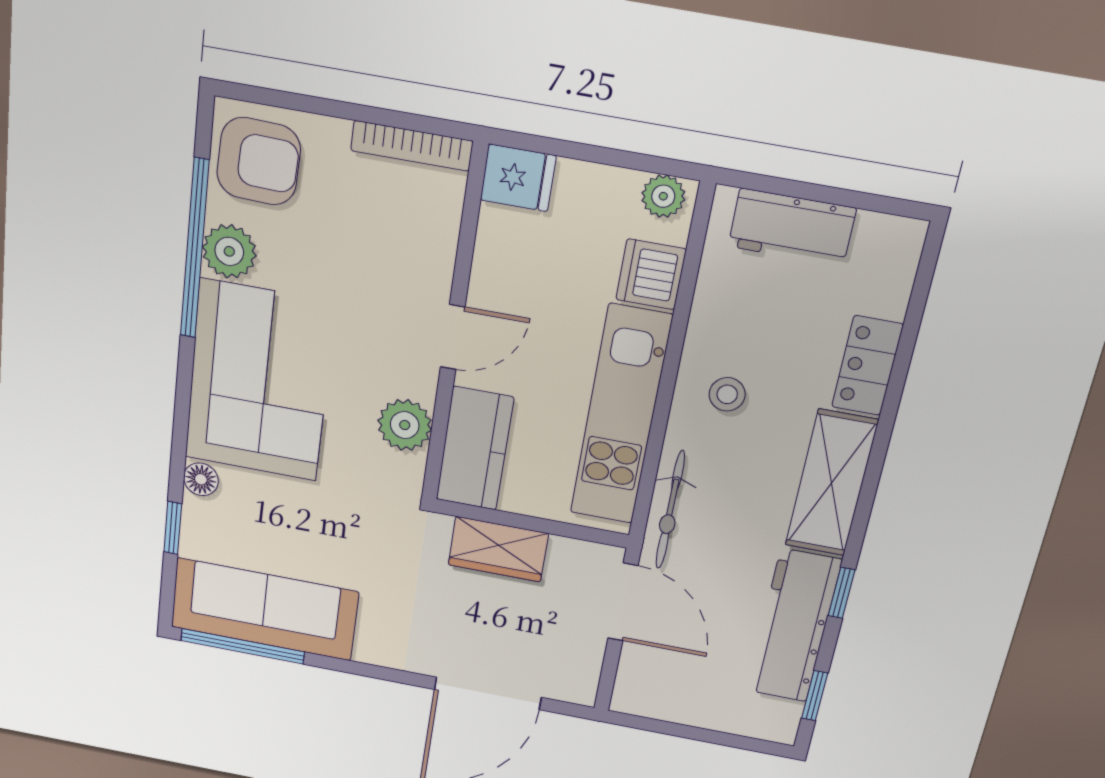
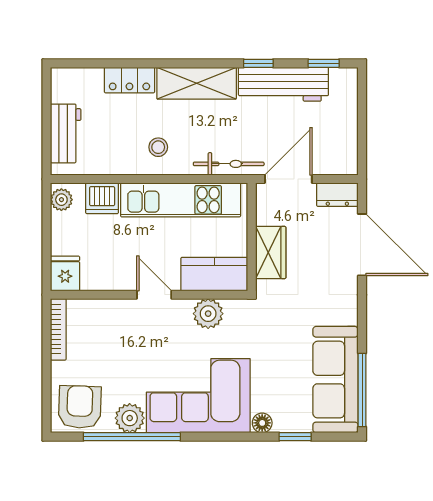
dresser: (581, 673) -> (337, 195), added

